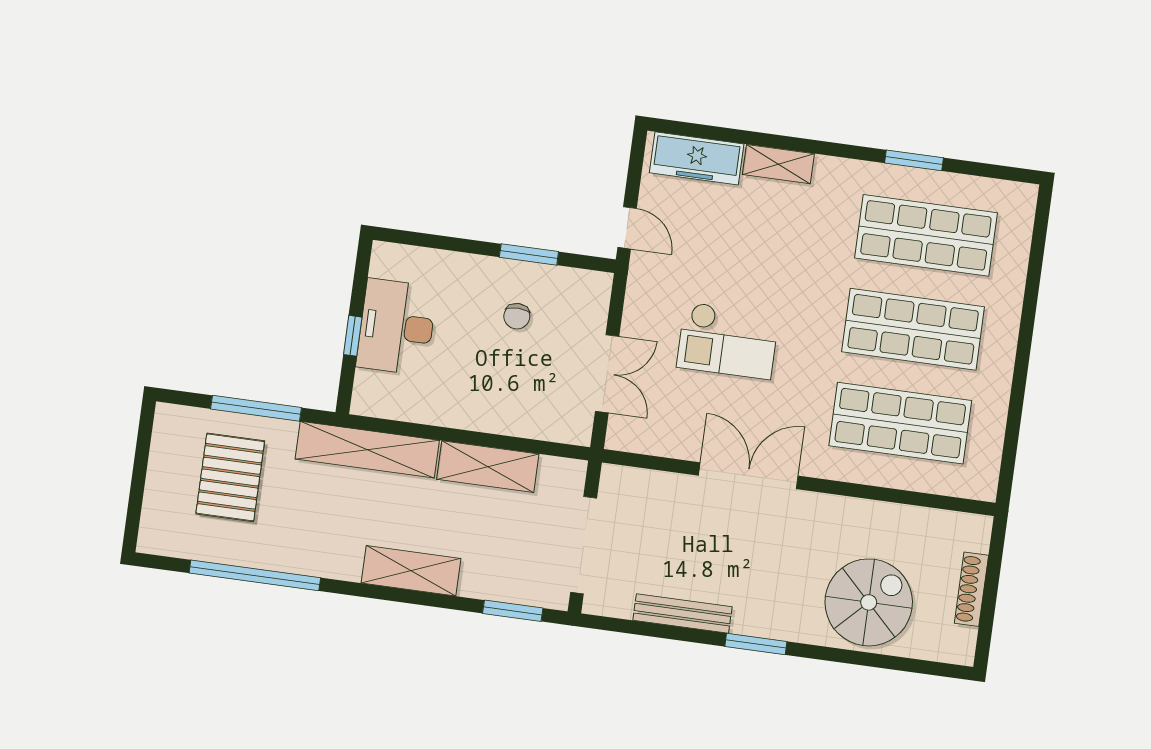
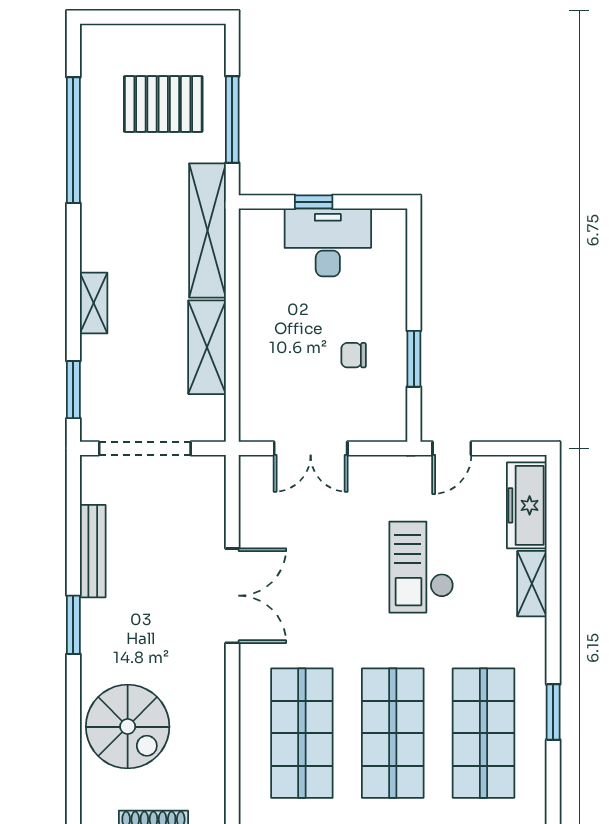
checkout: (728, 341) -> (421, 567), moved
shelving: (411, 571) -> (94, 303), width x0.67, depth x0.75

